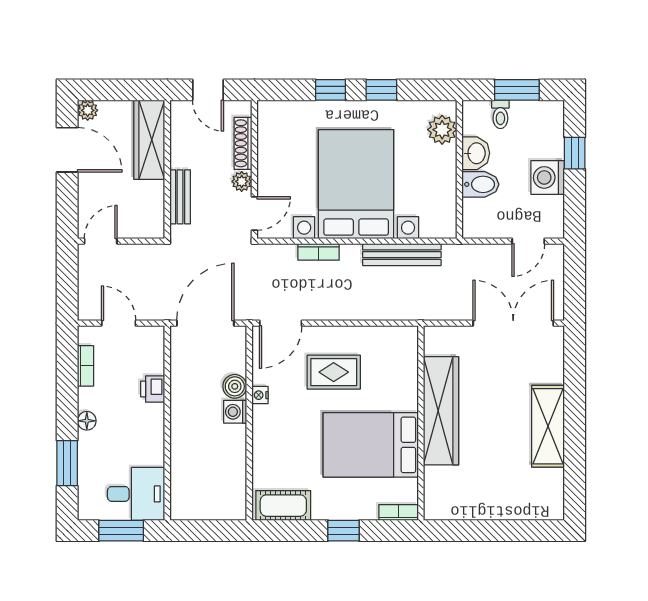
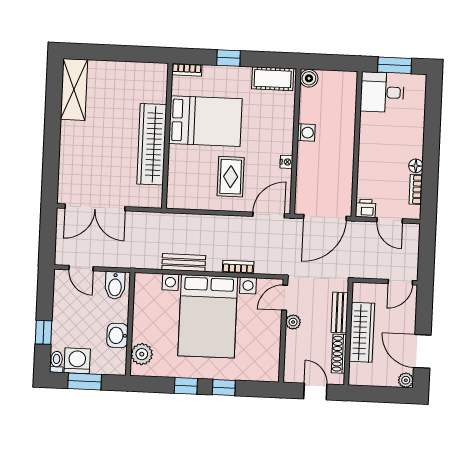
toilet: (500, 114) -> (56, 362), moved
wardrobe: (149, 140) -> (362, 332), moved
shoe rack: (243, 143) -> (339, 354), moved, turned 180
washing machine: (548, 177) -> (77, 361), moved, turned -90
bidet: (480, 184) -> (115, 285), moved, turned -90
door: (528, 241) -> (81, 268), swing flipped
bench: (402, 255) -> (184, 263), width x0.73
rug: (334, 372) -> (231, 177), turned 90
boiler: (235, 386) -> (309, 78), moved
printer: (153, 389) -> (366, 208), moved, turned -90
washing machine: (235, 412) -> (306, 133), moved
floor lamp: (87, 421) -> (416, 166), moved
shelving: (548, 426) -> (74, 89), moved
window: (67, 463) -> (433, 117), removed

